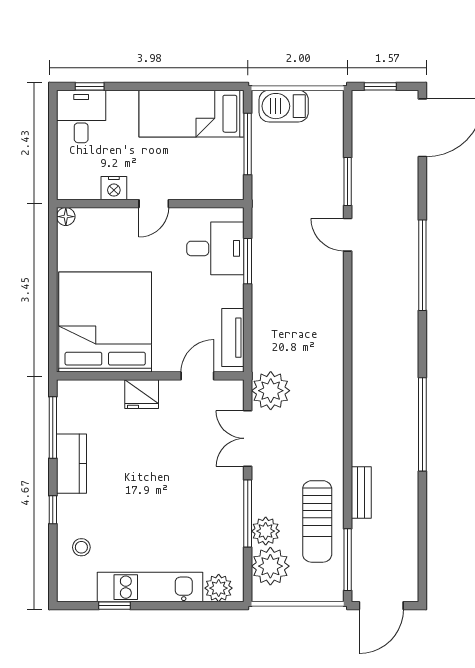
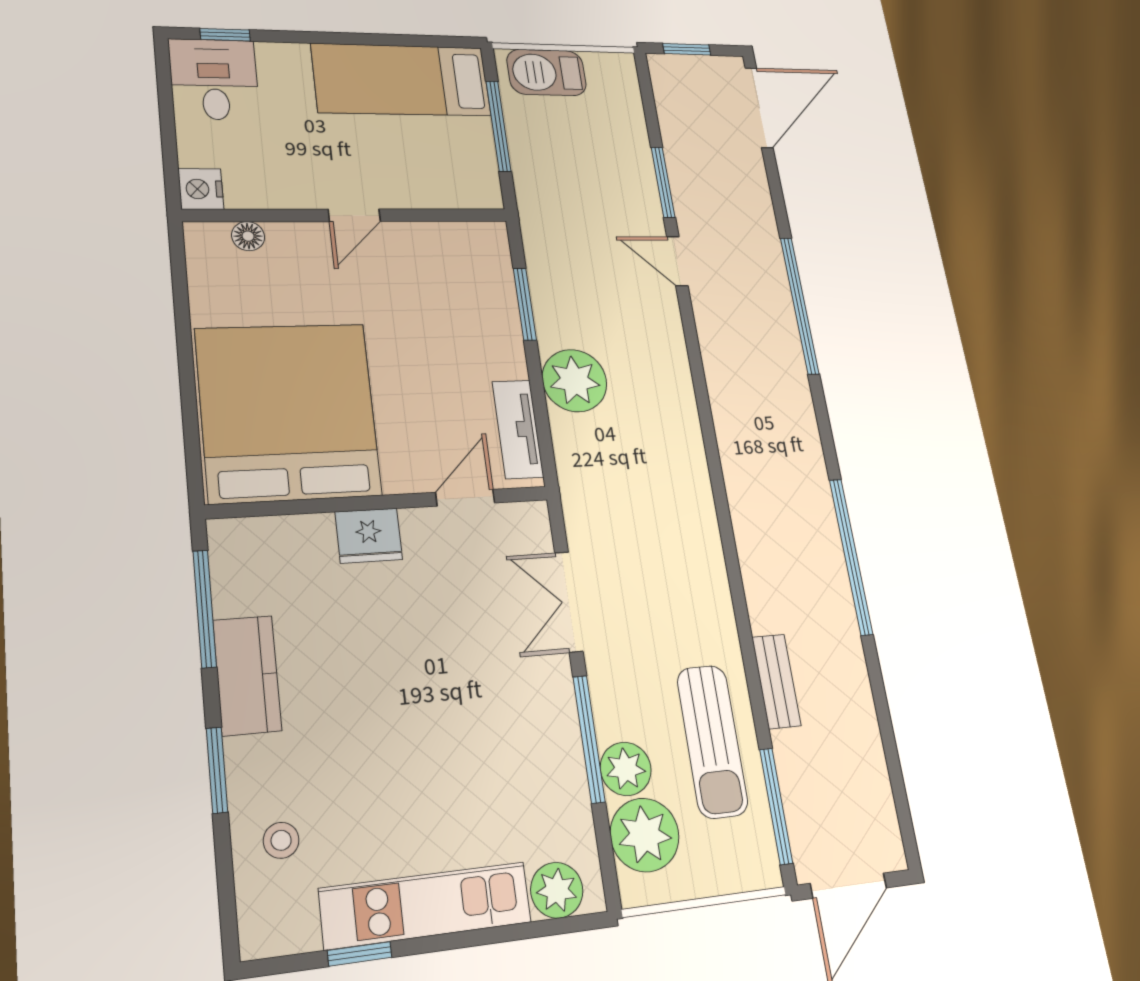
nightstand: (114, 188) -> (201, 189), moved, turned 90
floor lamp: (66, 217) -> (248, 236), moved
desk: (215, 248) -> (468, 285), removed
plant: (271, 391) -> (574, 381), moved
window: (53, 510) -> (217, 770), width x1.50

